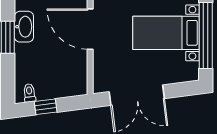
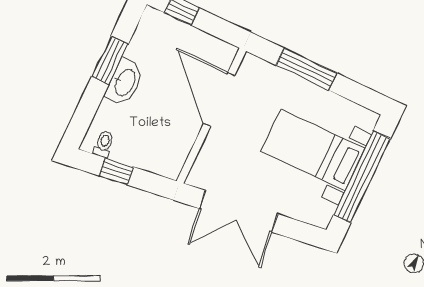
washbasin: (24, 27) -> (125, 82), moved

